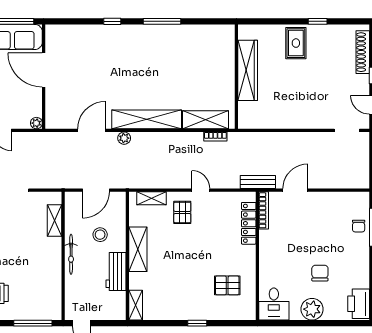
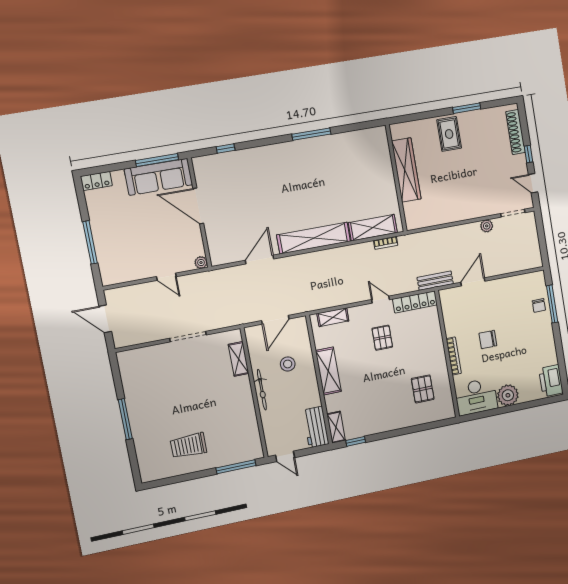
window: (112, 21) -> (226, 149), moved
window: (318, 21) -> (467, 108), width x1.50
plant: (124, 138) -> (487, 226), moved
bookcase: (264, 210) -> (454, 356), moved
pallet: (182, 212) -> (382, 338), moved
locker: (249, 223) -> (415, 302), moved, turned -90
workbench: (116, 272) -> (316, 427), moved
chair: (320, 273) -> (488, 340), moved, turned -90
pallet: (227, 285) -> (423, 389), turned 90
desk: (274, 304) -> (476, 397), width x1.37
window: (197, 323) -> (356, 441), moved

